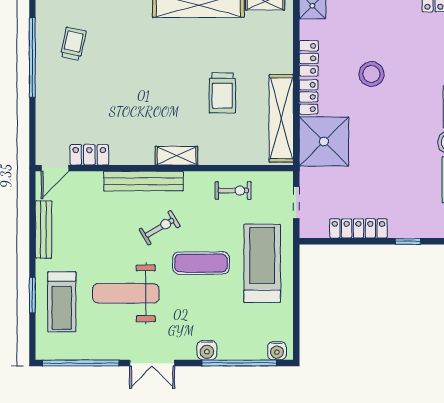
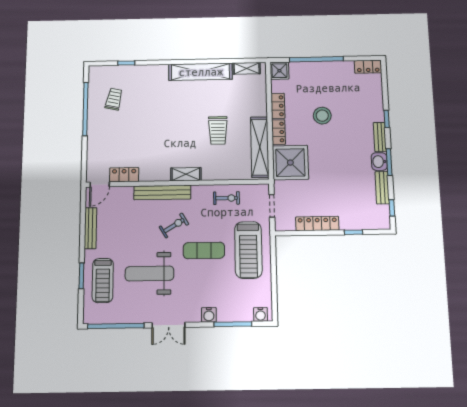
treadmill: (262, 263) -> (248, 250), turned 180
window: (239, 363) -> (233, 324), width x0.68

